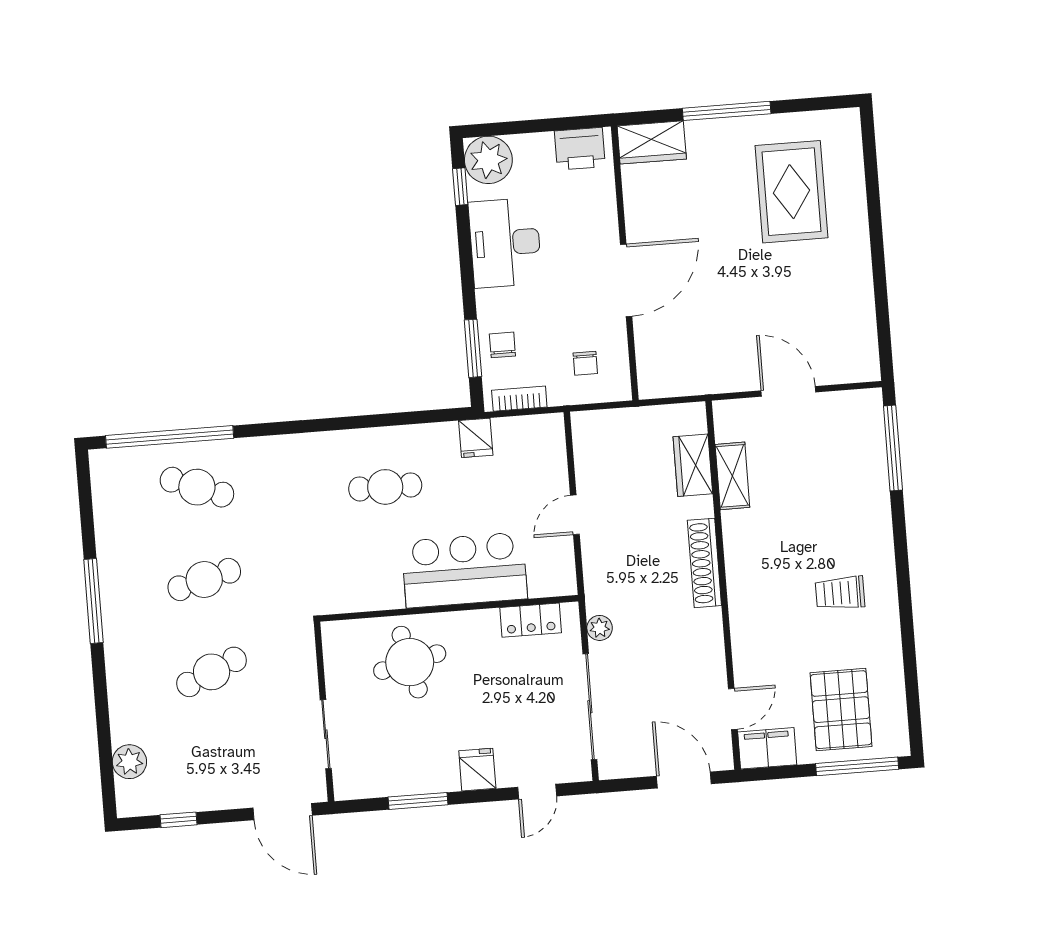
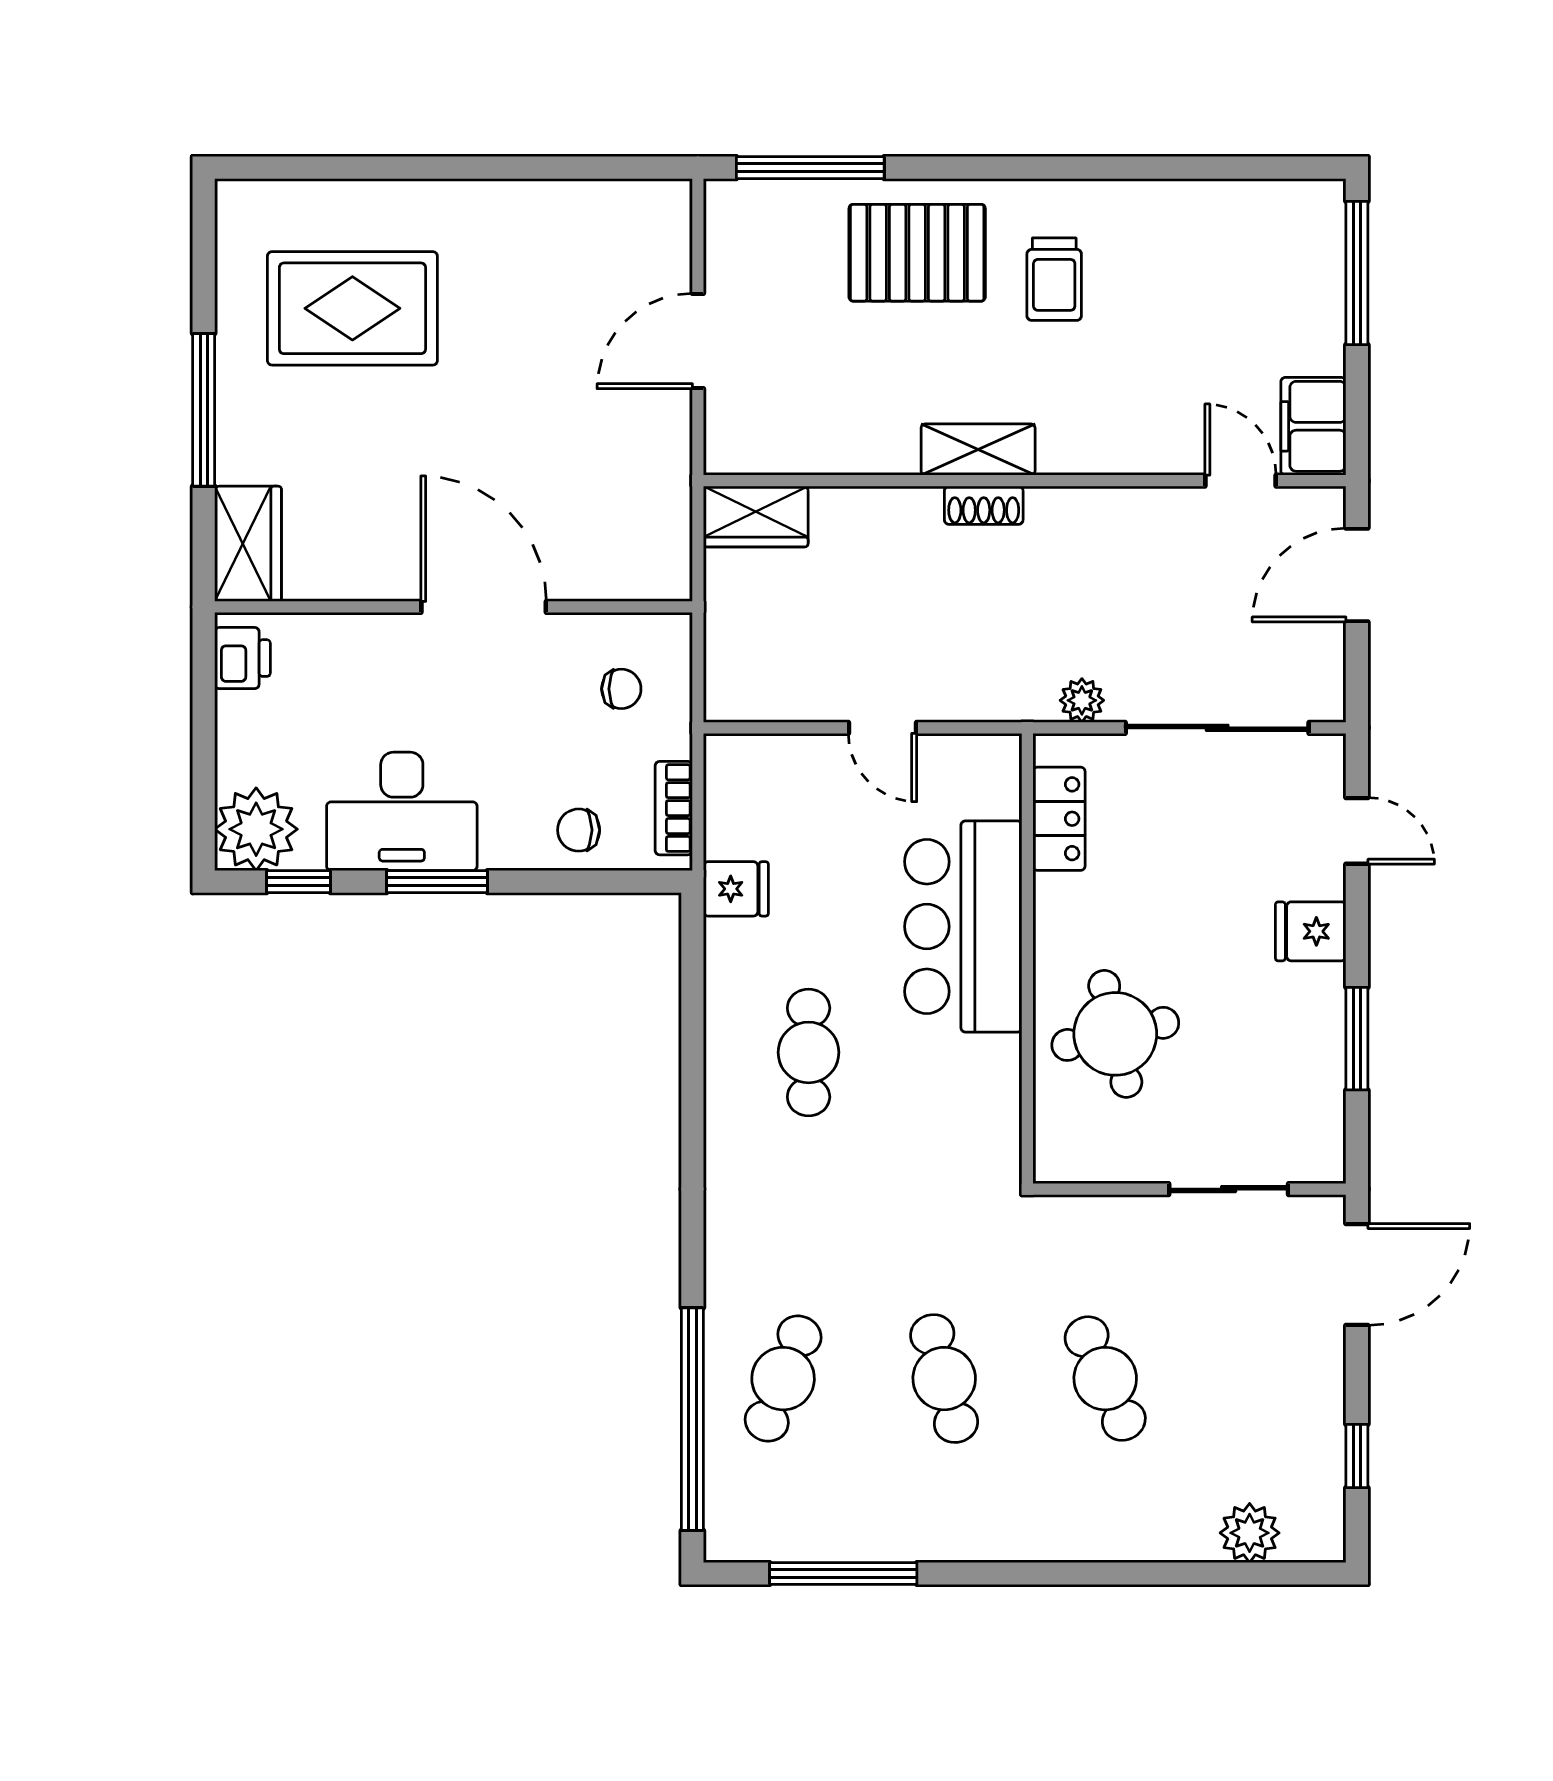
printer: (580, 149) -> (242, 658), width x0.73, depth x0.81
window: (473, 348) -> (437, 882), moved
wardrobe: (693, 465) -> (756, 516), moved
shelving: (732, 476) -> (978, 450), moved
shoe rack: (704, 563) -> (984, 505), width x0.51, depth x0.81
window: (93, 601) -> (843, 1573), moved
pallet: (841, 710) -> (917, 253), moved

